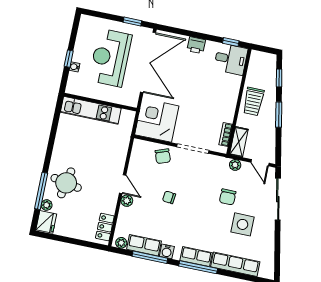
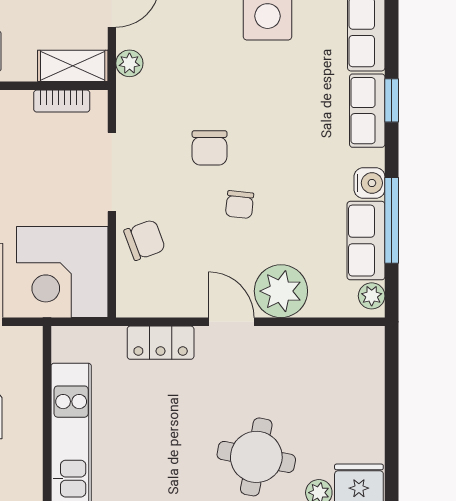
door: (123, 184) -> (231, 322), hinge flipped
chair: (228, 197) -> (210, 148), moved, turned 90
plant: (127, 201) -> (281, 291), width x1.87, depth x1.87
locker: (105, 227) -> (161, 343), moved
window: (198, 267) -> (392, 100), width x0.46

